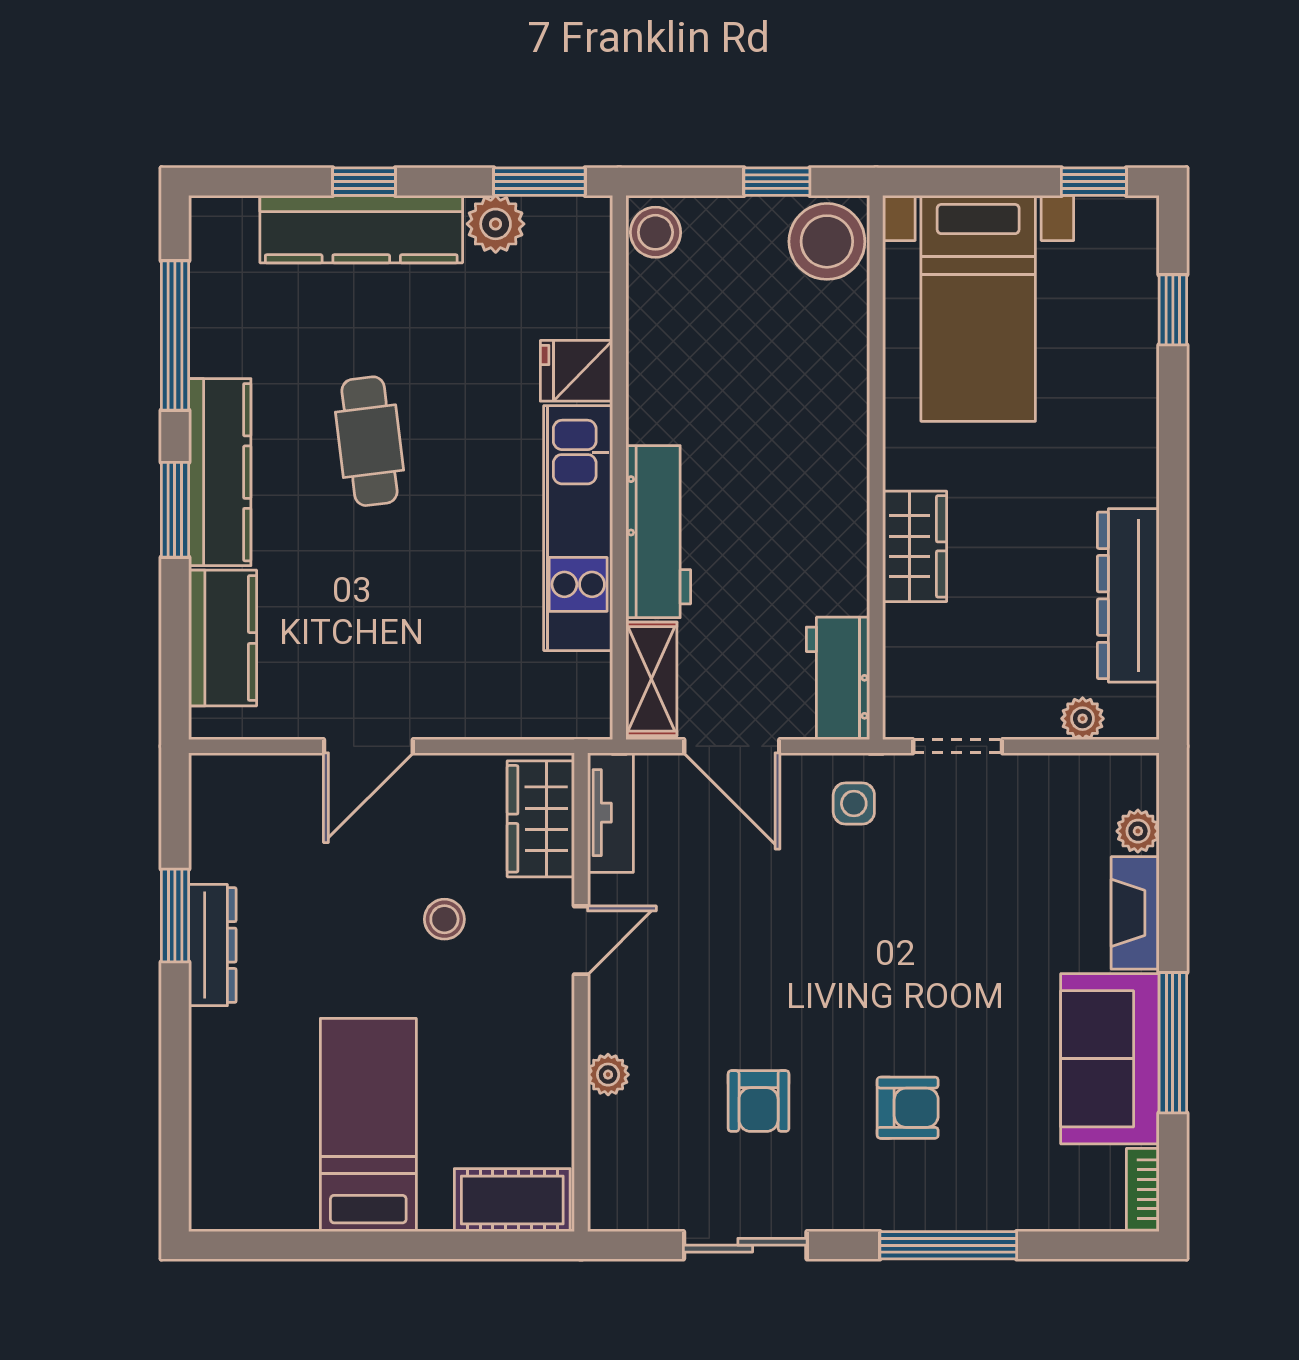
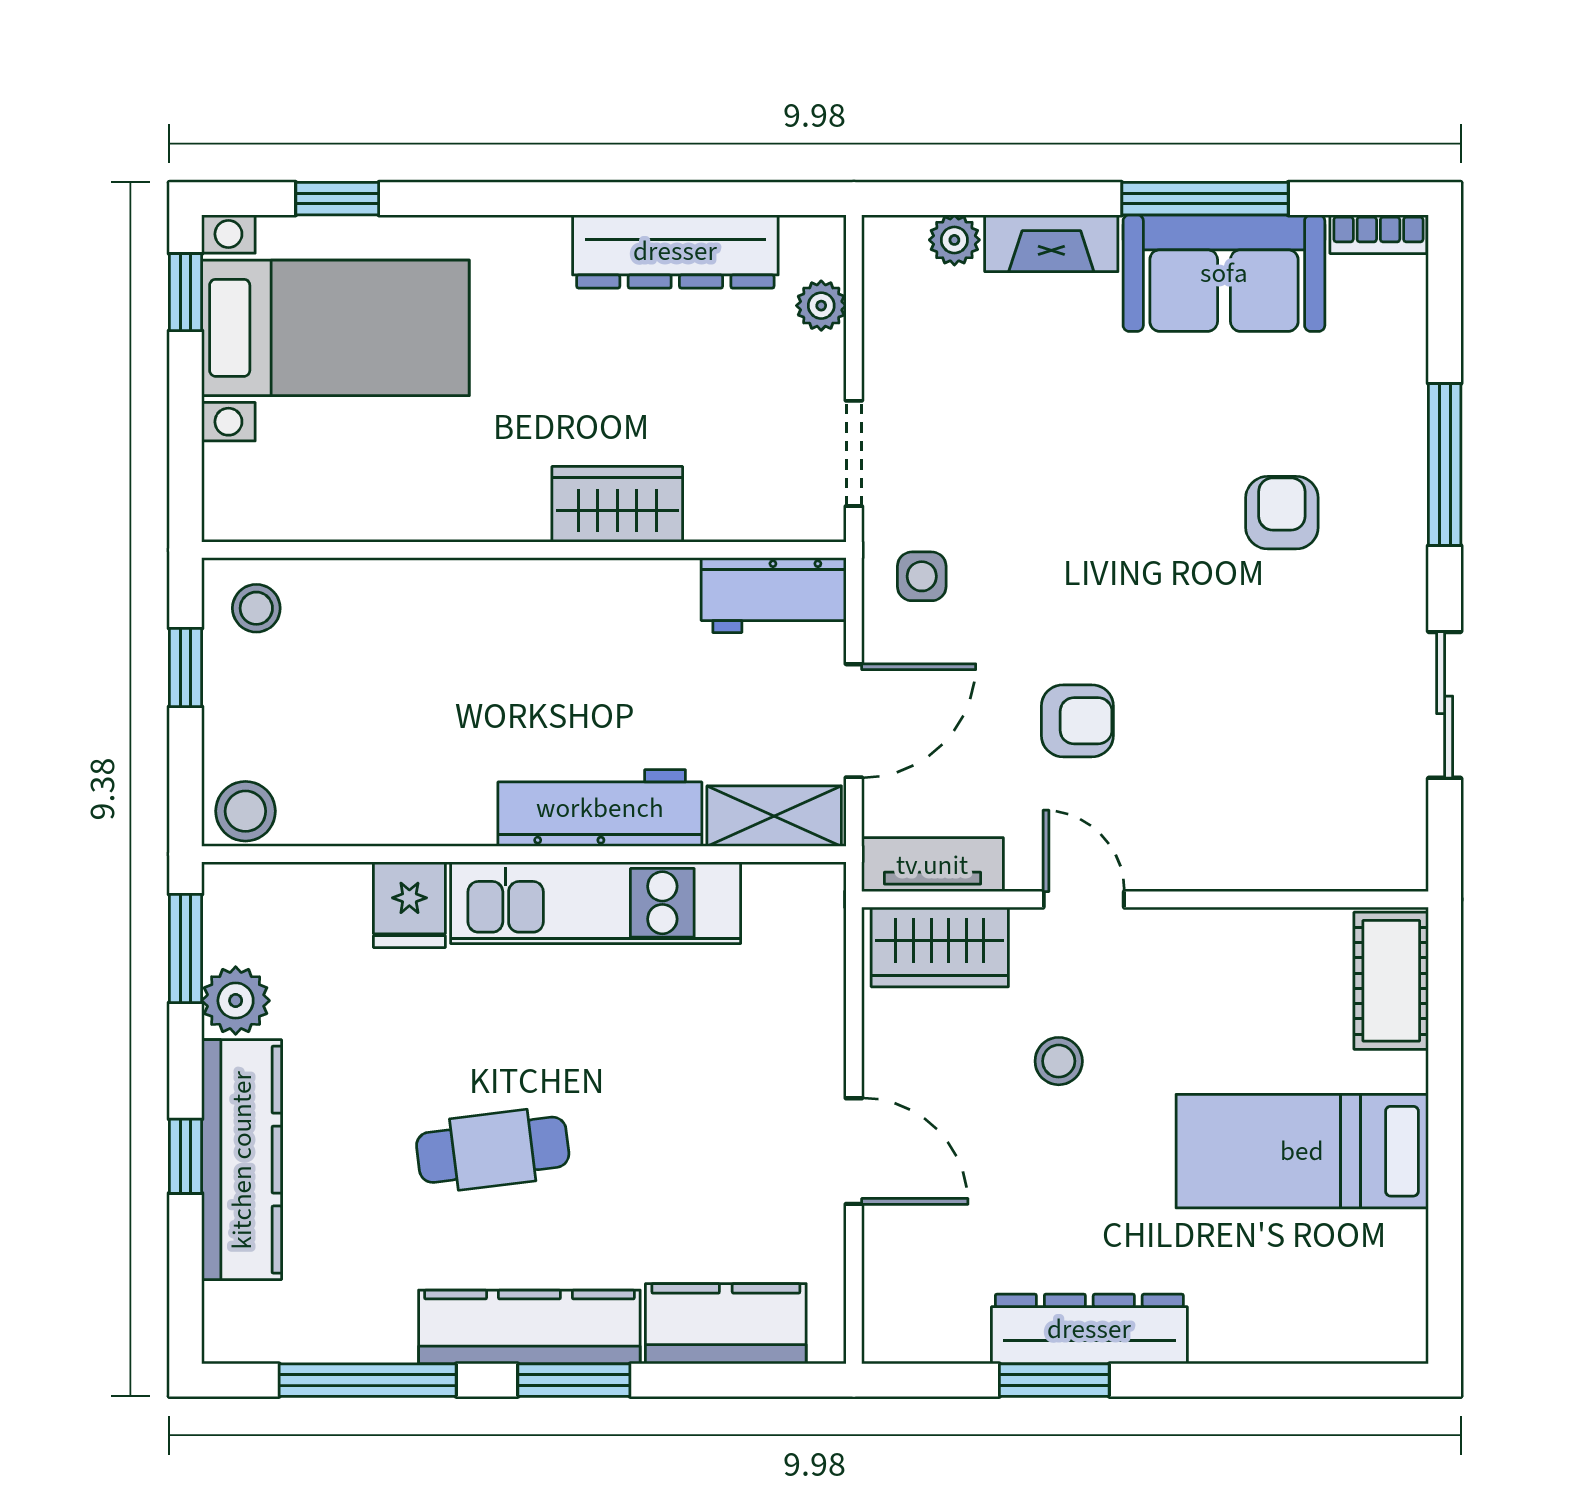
stool: (827, 241) -> (256, 608), width x0.53, depth x0.53
bed with nightstands: (978, 308) -> (335, 328), moved
dresser: (212, 945) -> (1089, 1329), width x1.37, depth x1.24
plant: (608, 1075) -> (1243, 867), removed
armchair: (759, 1101) -> (1077, 721), moved

